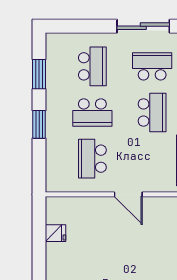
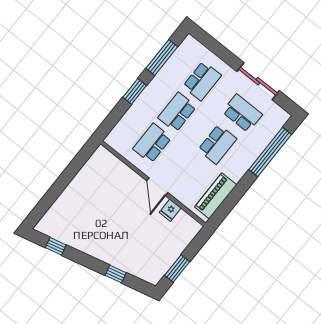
window: (39, 74) -> (162, 57), width x1.44
school desk: (92, 112) -> (177, 112), turned 90
fridge: (56, 233) -> (170, 210), moved, turned 90

